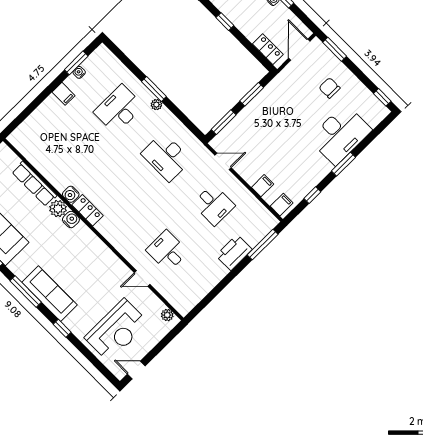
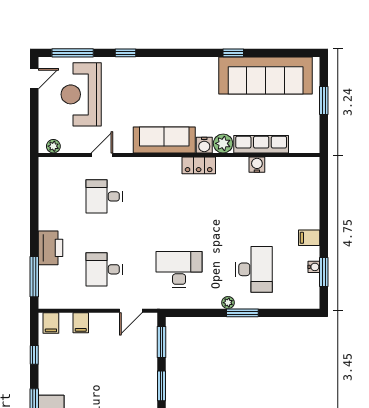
water cooler: (71, 194) -> (257, 165), moved
desk: (167, 251) -> (104, 196), turned 180
window: (26, 291) -> (73, 53), moved
sofa: (49, 294) -> (164, 140), moved, turned 180

